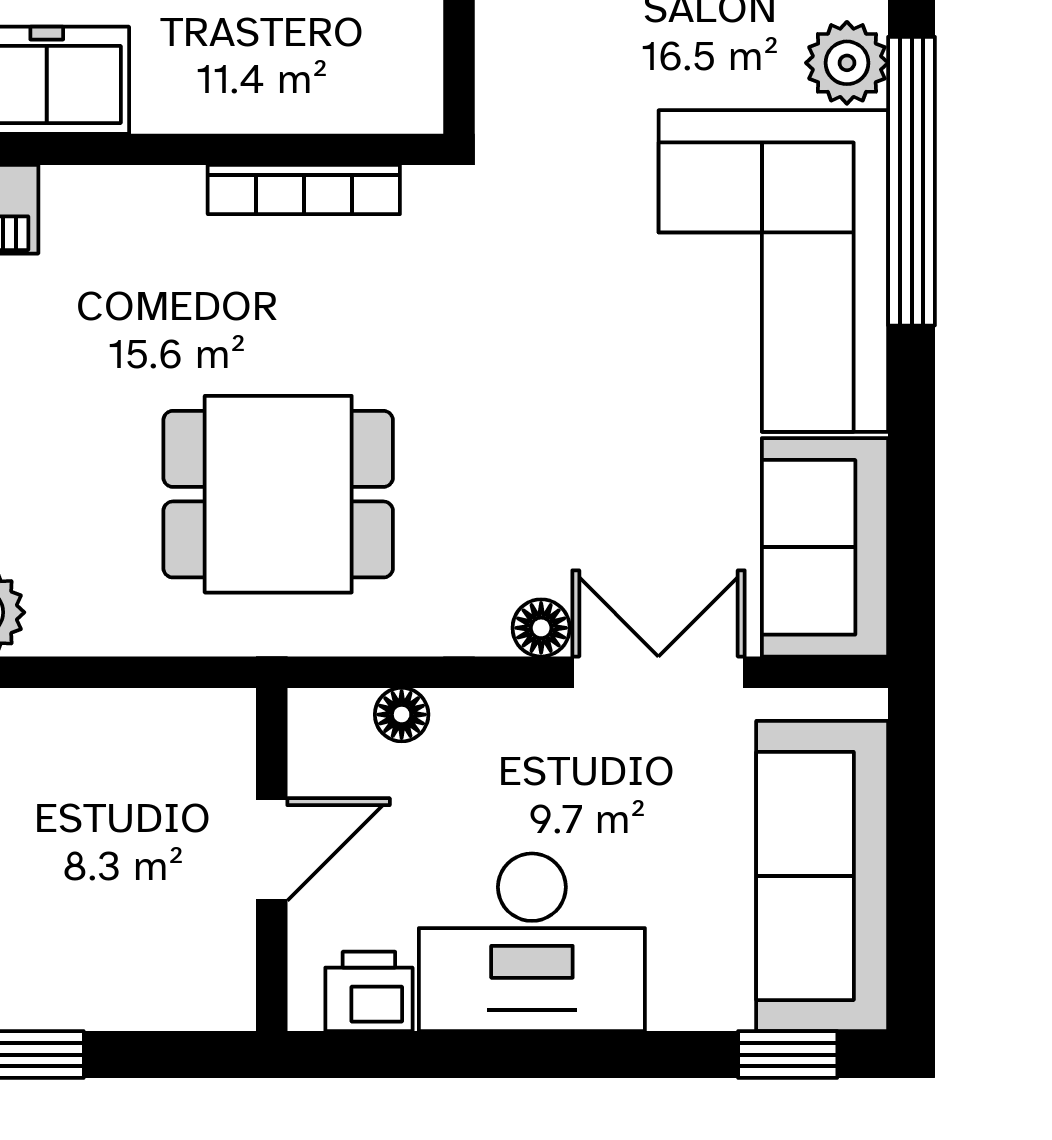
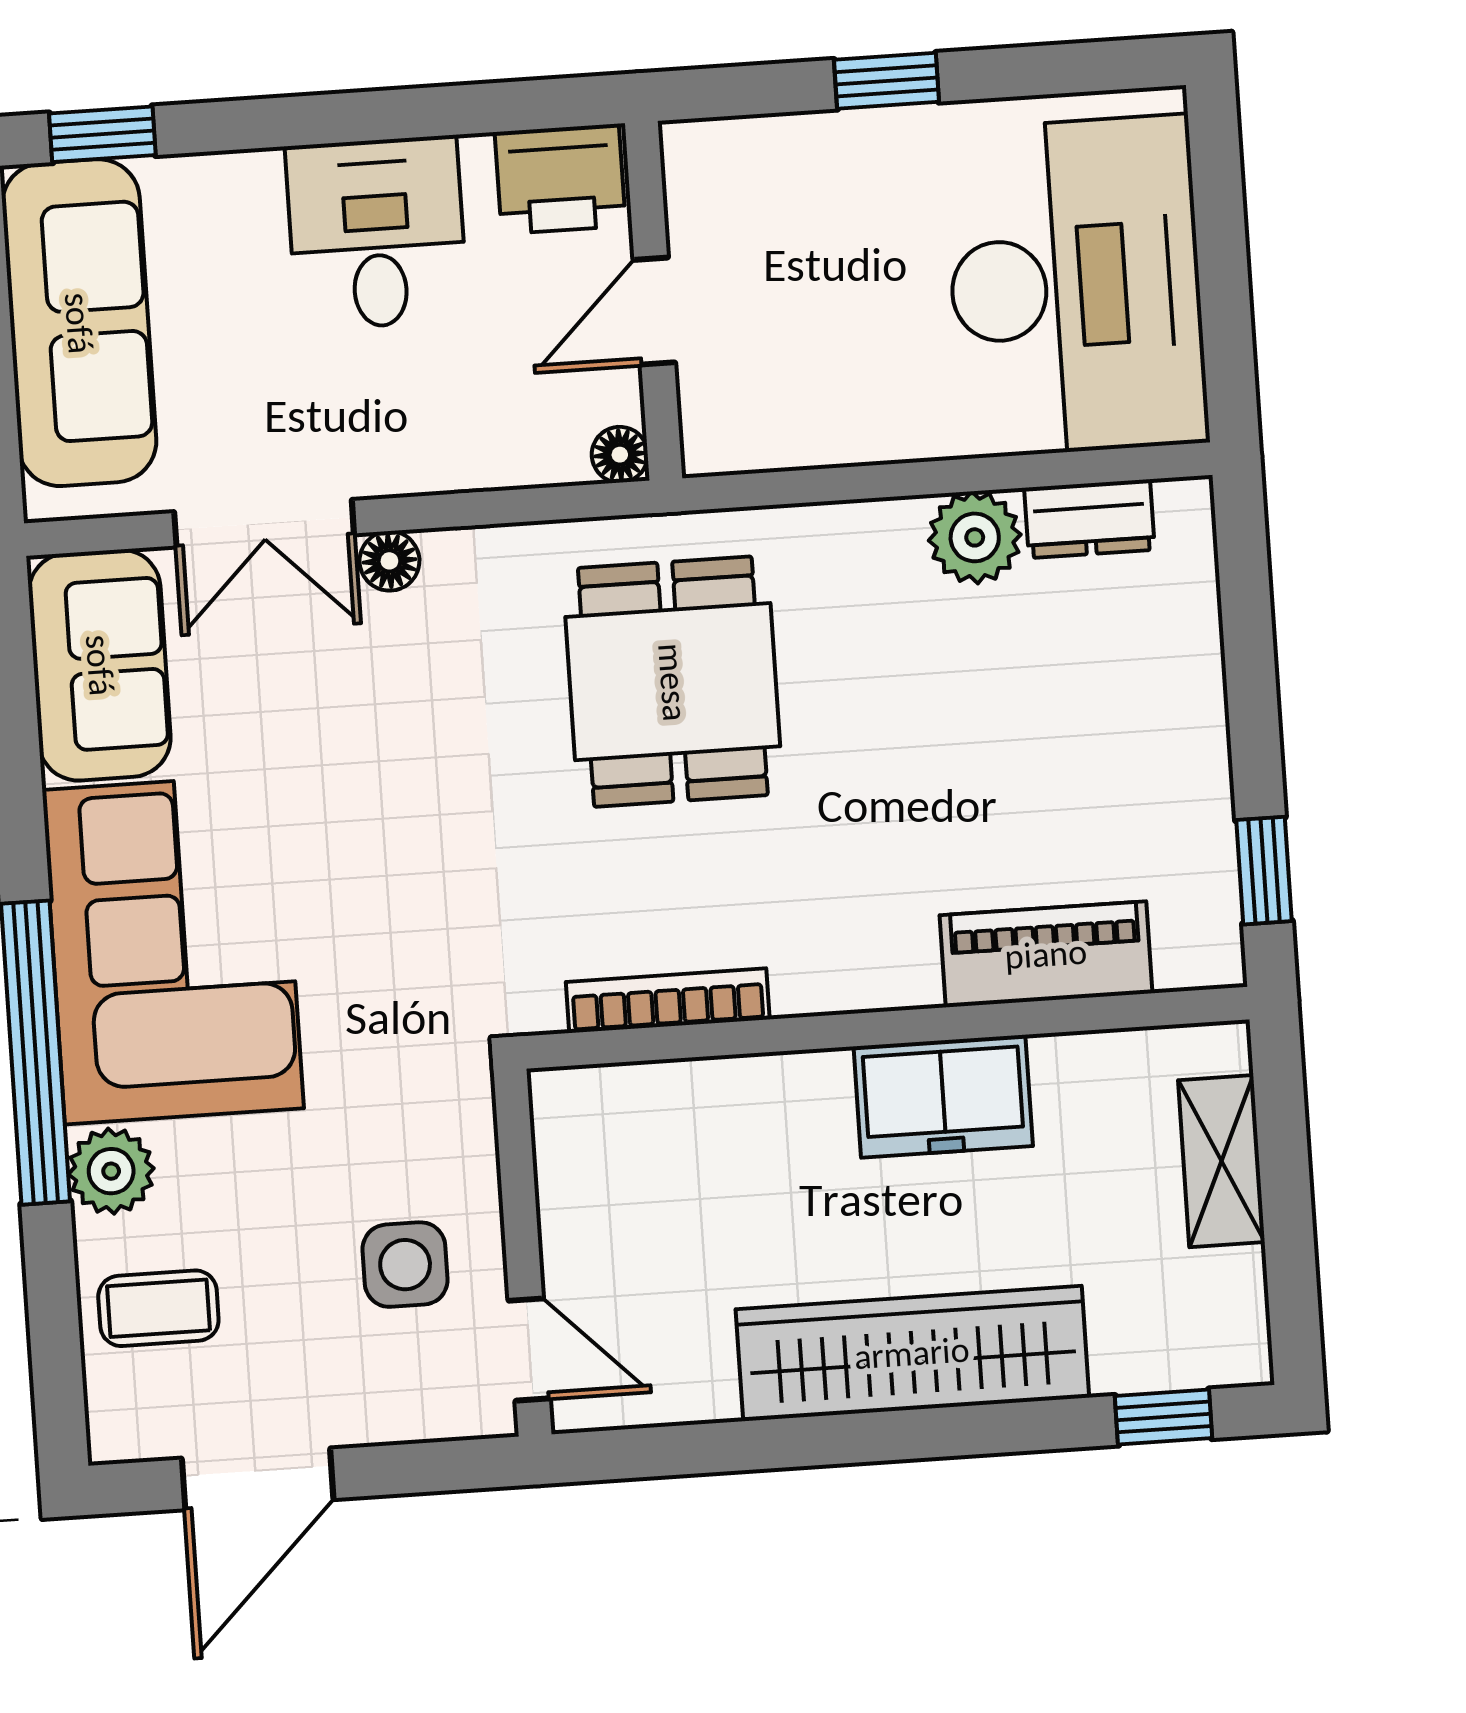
dining table: (278, 494) -> (673, 682), turned 90
floor lamp: (402, 715) -> (620, 455), moved
desk: (532, 942) -> (377, 233), width x0.73
printer: (369, 991) -> (560, 179), width x1.36, depth x1.24

